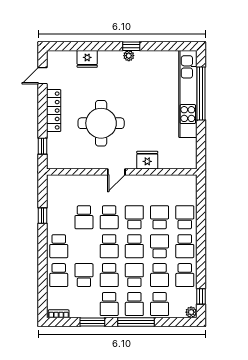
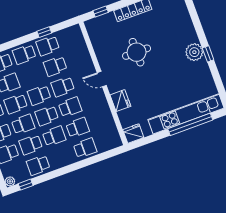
plant: (129, 56) -> (194, 52), width x1.88, depth x1.88
fridge: (87, 59) -> (133, 134), moved, turned 90
round table: (101, 123) -> (137, 52), width x0.73, depth x0.73
school desk: (185, 246) -> (48, 46), moved

